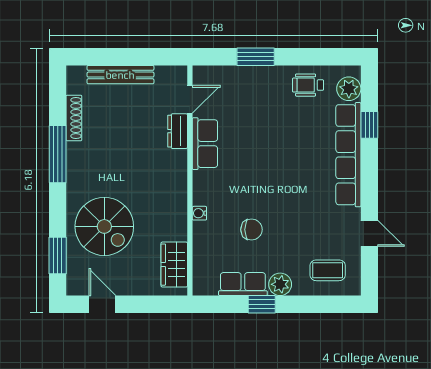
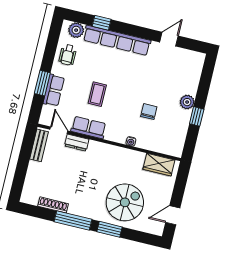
bench: (120, 75) -> (39, 145), moved, width x0.73
window: (58, 255) -> (109, 229), moved
coffee table: (328, 270) -> (97, 94), moved
row of seats: (243, 284) -> (54, 90), moved, turned 180

